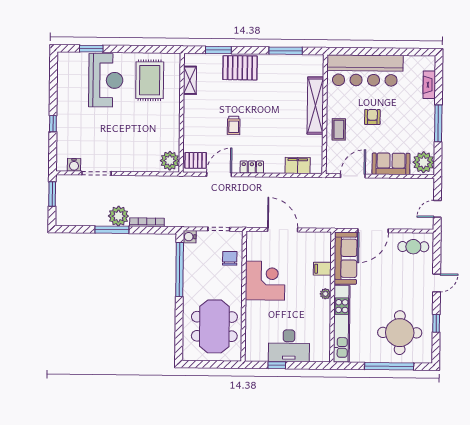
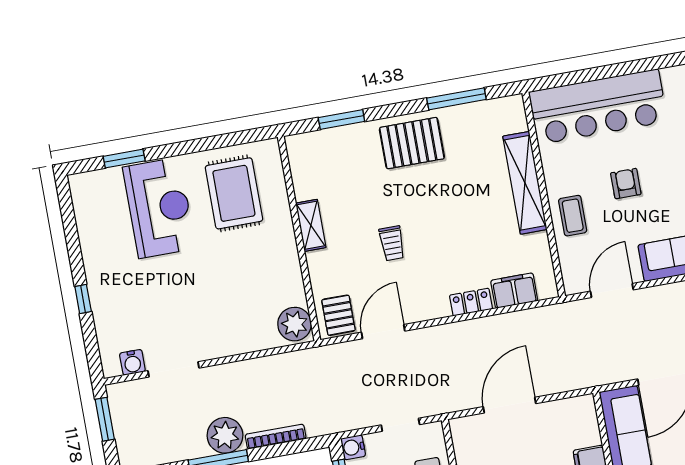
pallet: (240, 68) -> (412, 143), moved
shelving: (190, 80) -> (311, 225), moved
pallet: (196, 160) -> (338, 315), turned 90
locker: (252, 167) -> (471, 302), moved
door: (283, 230) -> (510, 405), hinge flipped

